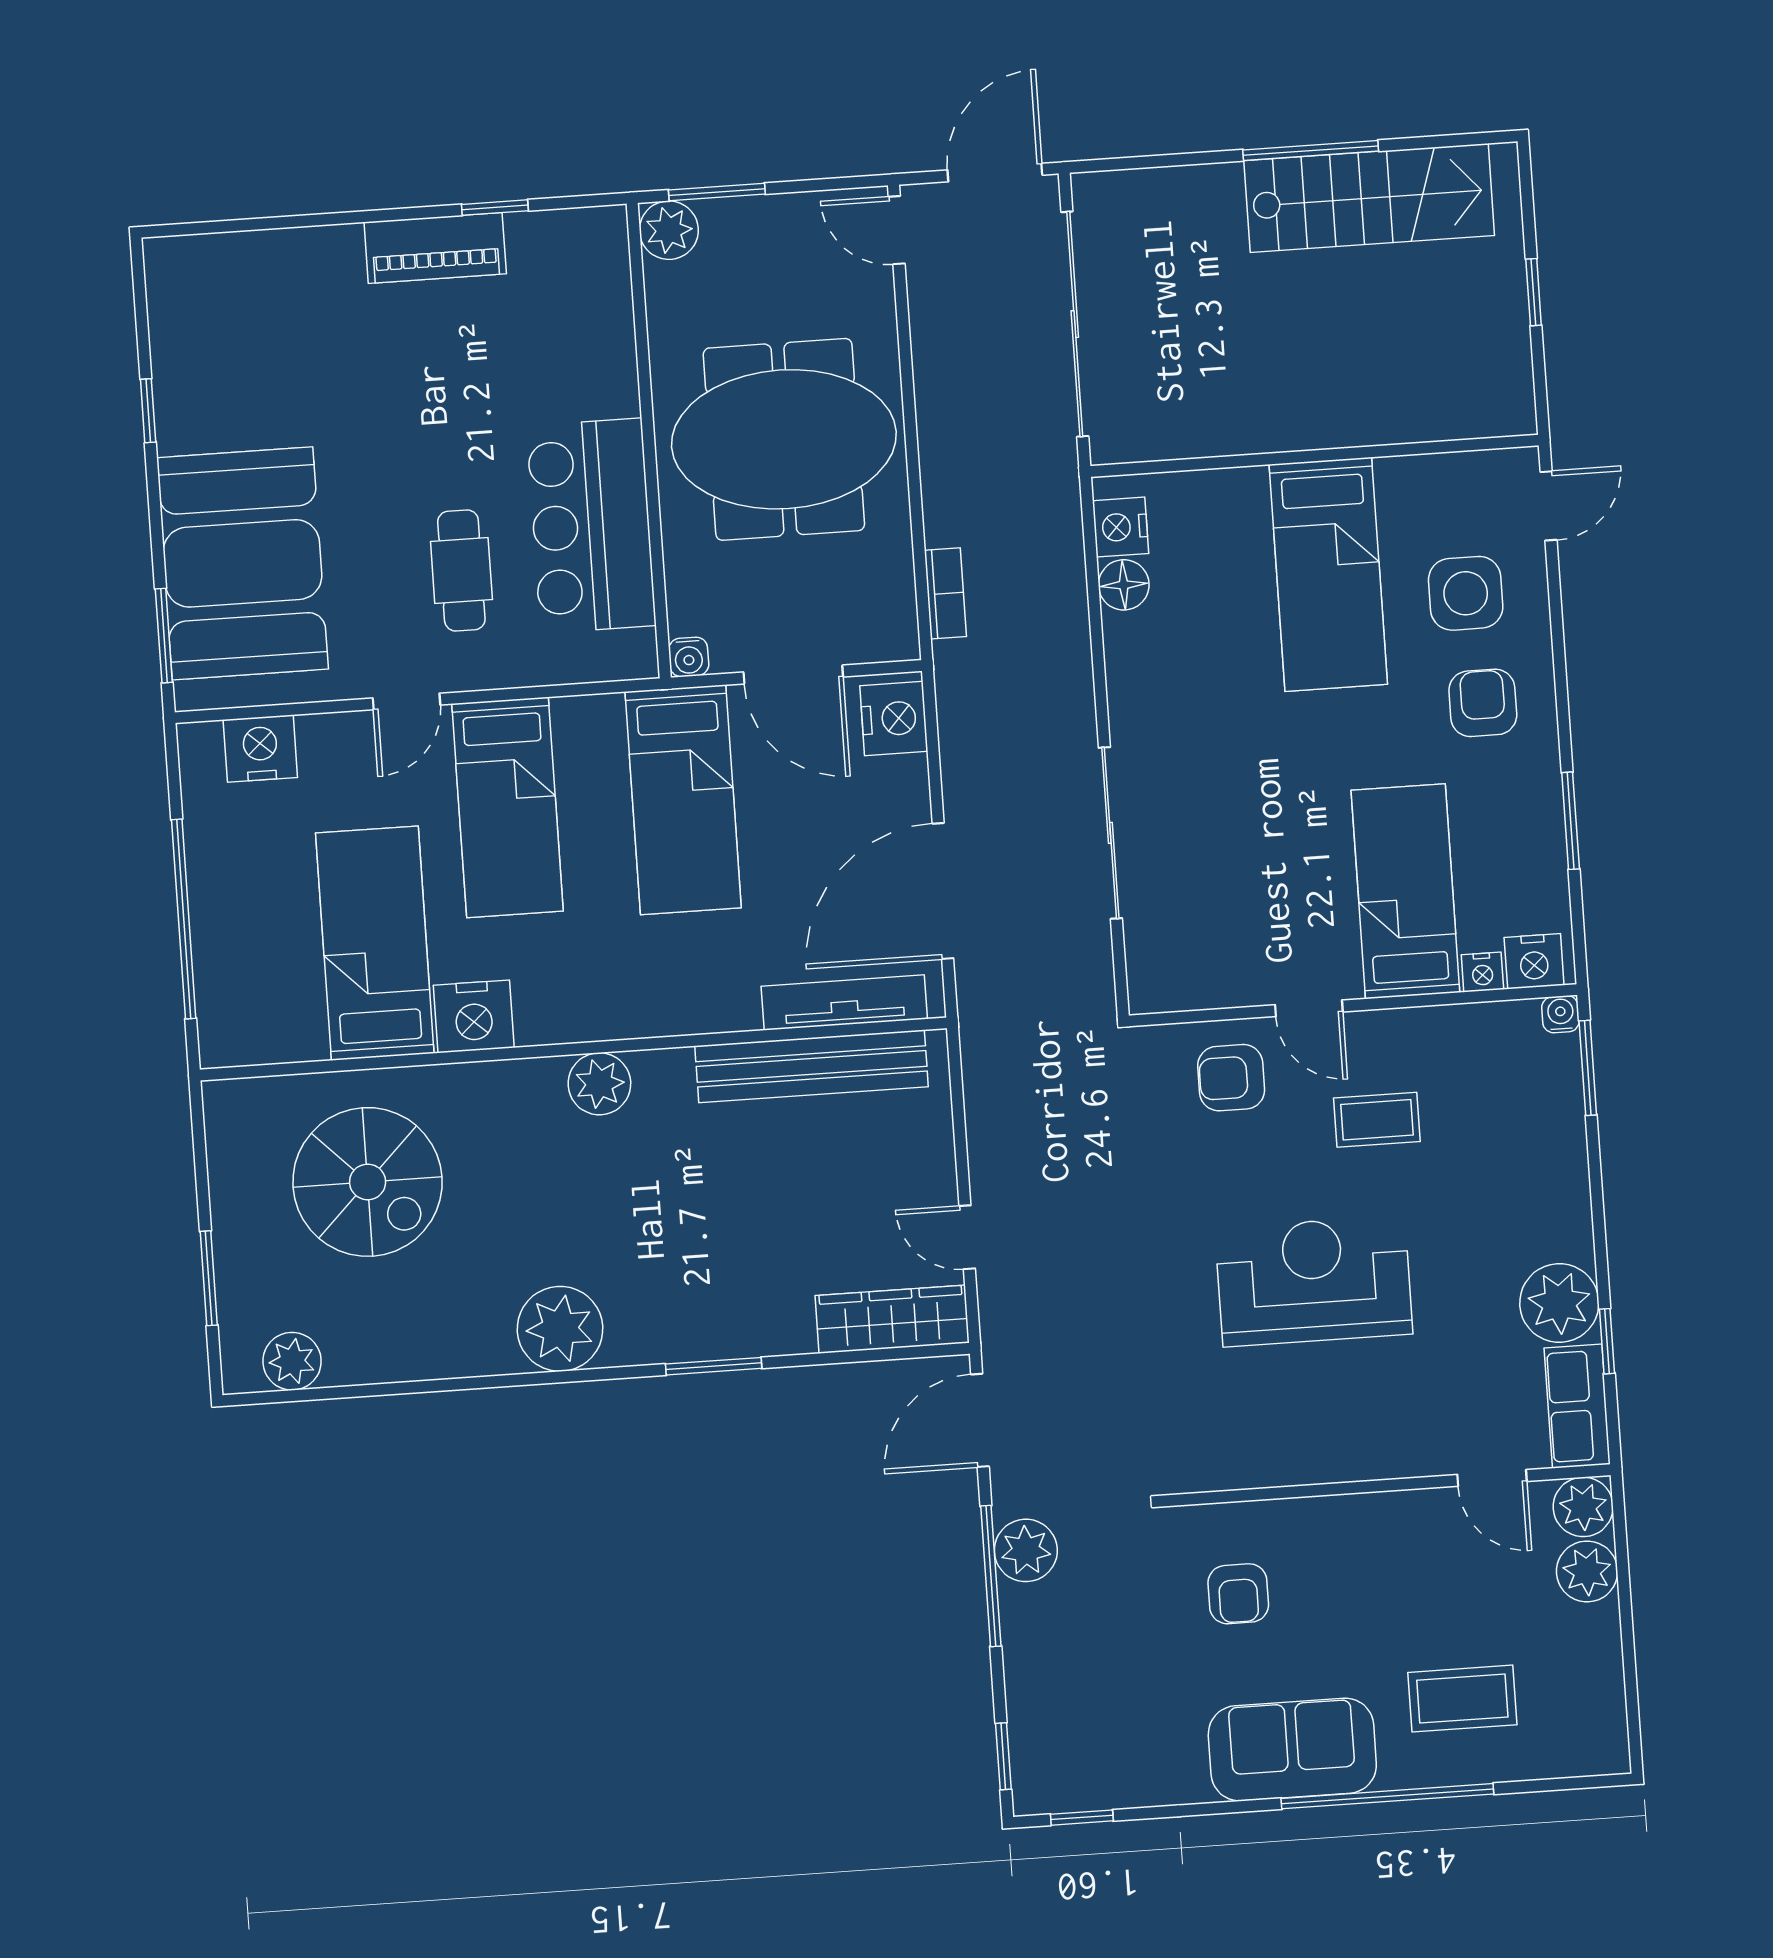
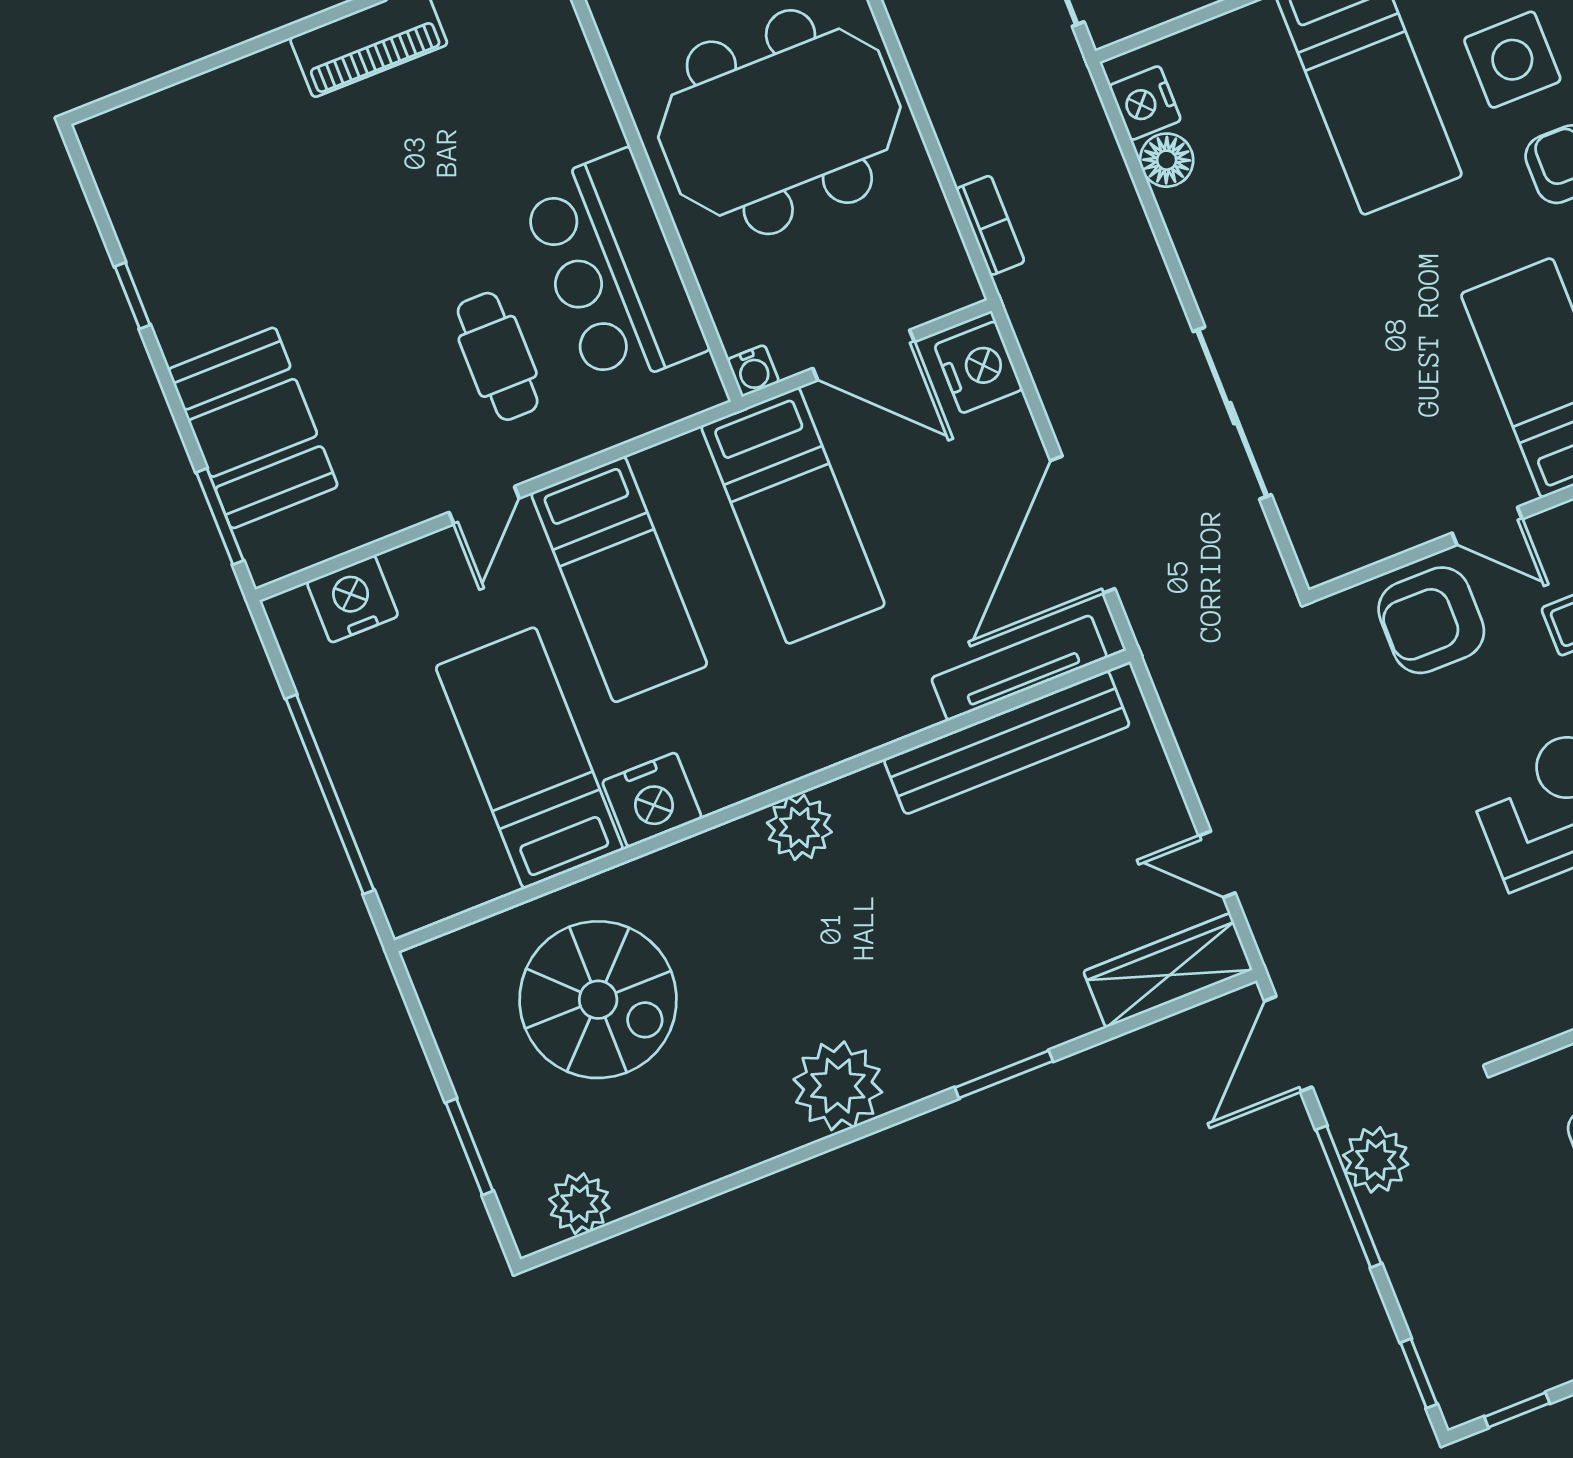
booth: (243, 563) -> (253, 428), width x0.73, depth x0.70
armchair: (1231, 1078) -> (1431, 620), width x1.38, depth x1.38

